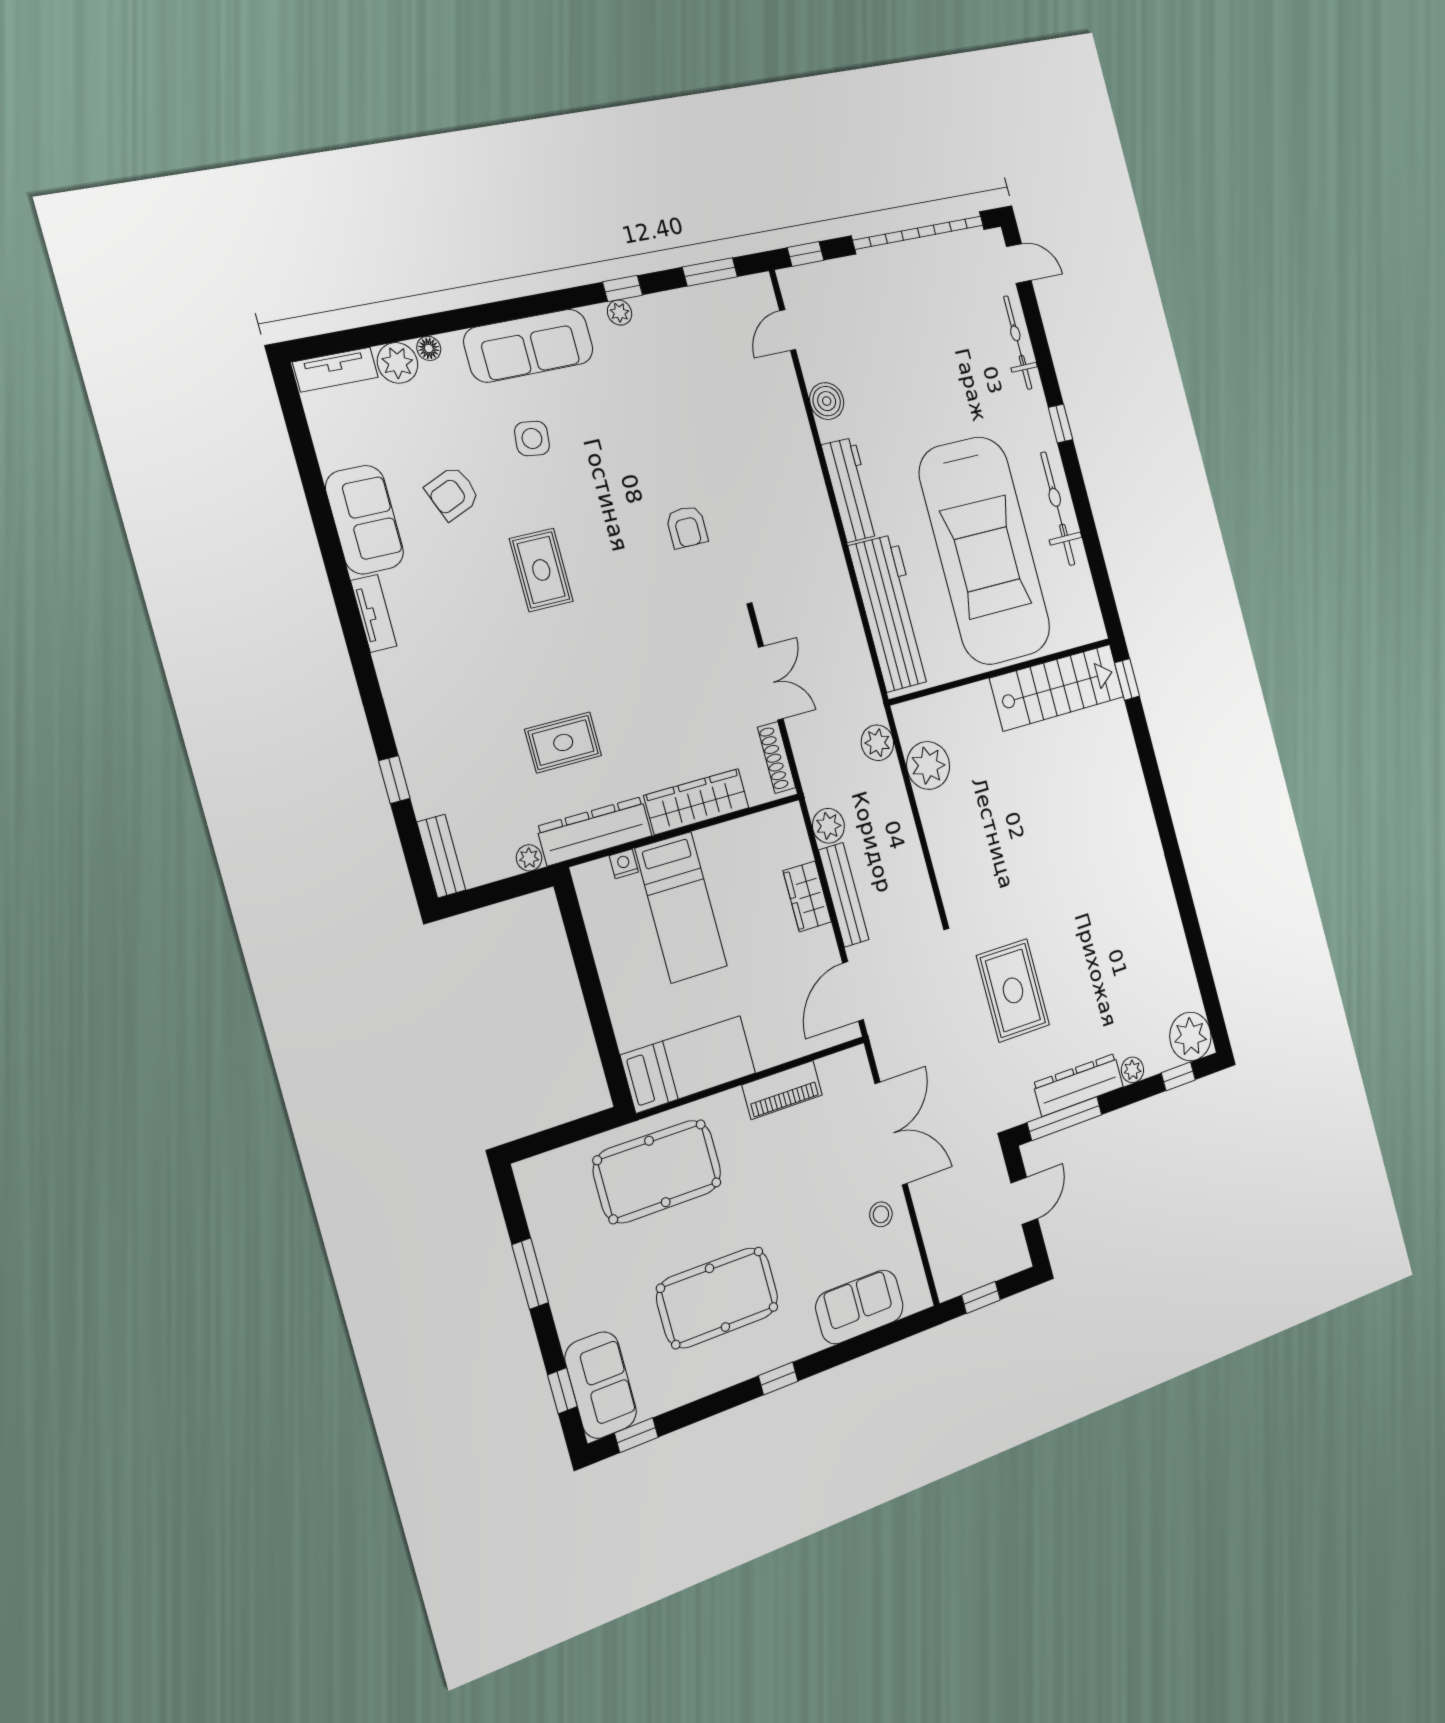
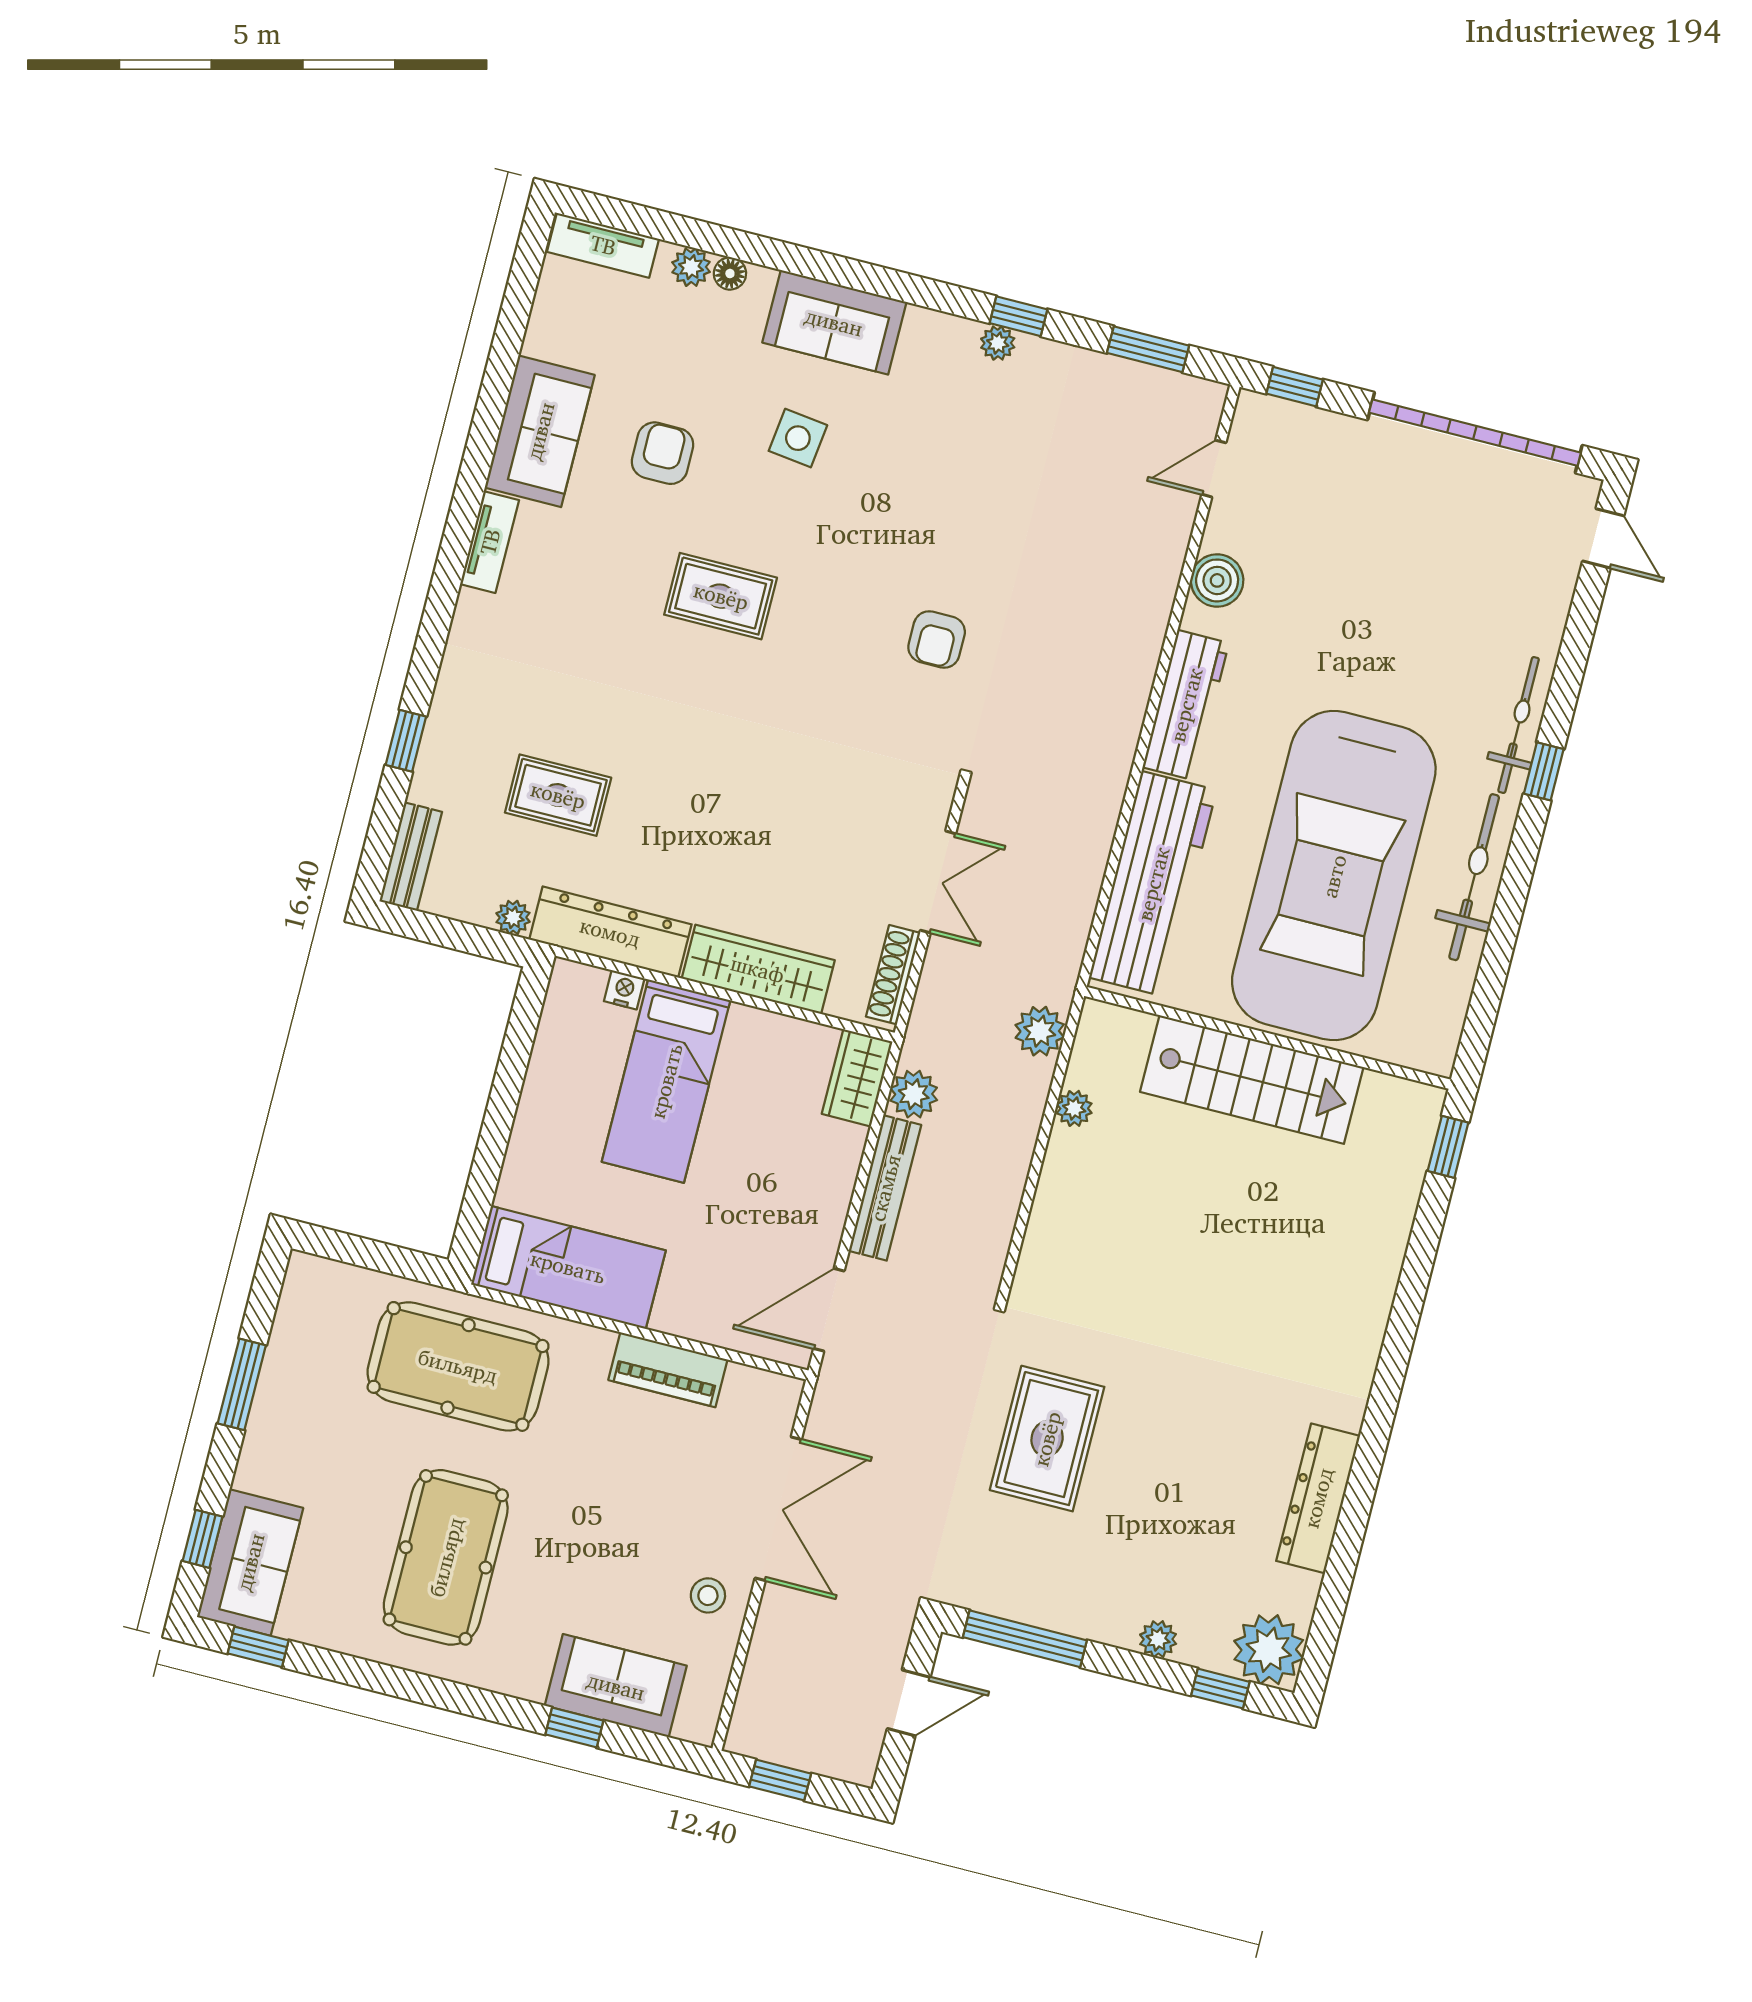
bicycle: (1018, 343) -> (1519, 725), moved
sofa: (529, 346) -> (834, 322), width x0.73
plant: (398, 363) -> (691, 267), width x0.73, depth x0.73
armchair: (452, 493) -> (662, 453), turned 112
rug: (541, 570) -> (721, 596), turned 90
stairs: (1057, 688) -> (1252, 1079), moved
rug: (563, 742) -> (558, 795), moved
plant: (928, 765) -> (1074, 1108), width x0.53, depth x0.53
wardrobe: (807, 896) -> (857, 1078), moved
dresser: (1078, 1085) -> (1318, 1498), moved, turned -90
pool table: (717, 1298) -> (446, 1557), turned 90
window: (778, 1378) -> (574, 1727), moved

